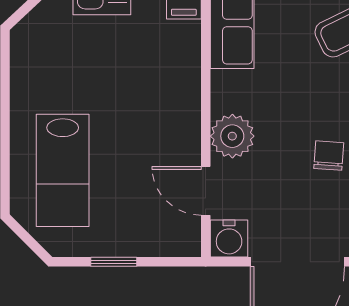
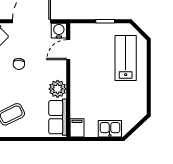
plant: (232, 136) -> (58, 89), moved
door: (206, 191) -> (68, 50), swing flipped

